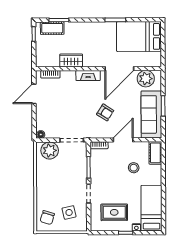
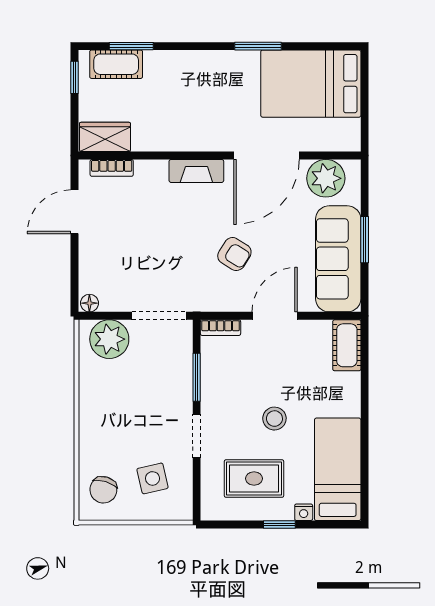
wardrobe: (71, 60) -> (105, 137), moved
stool: (134, 168) -> (274, 419), moved

